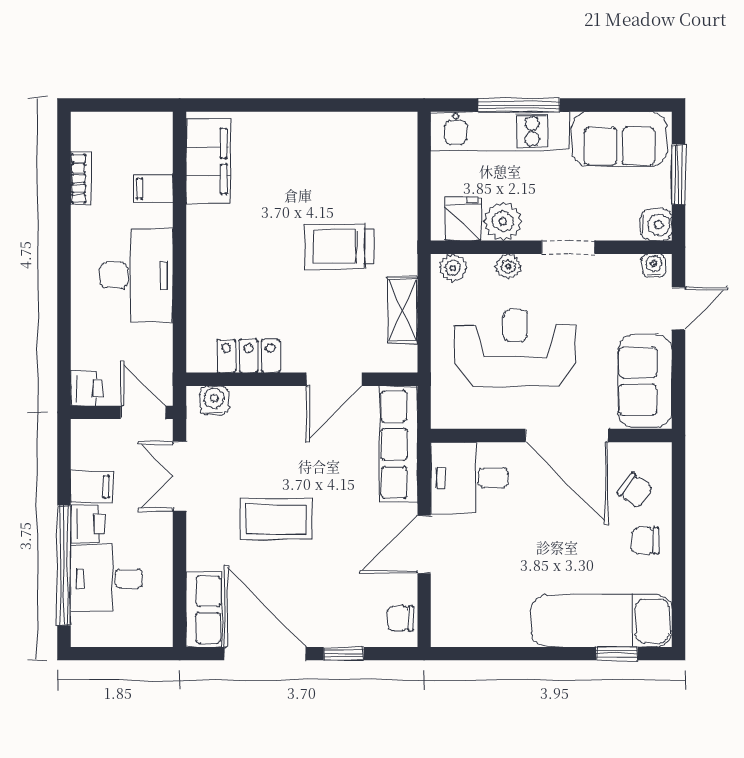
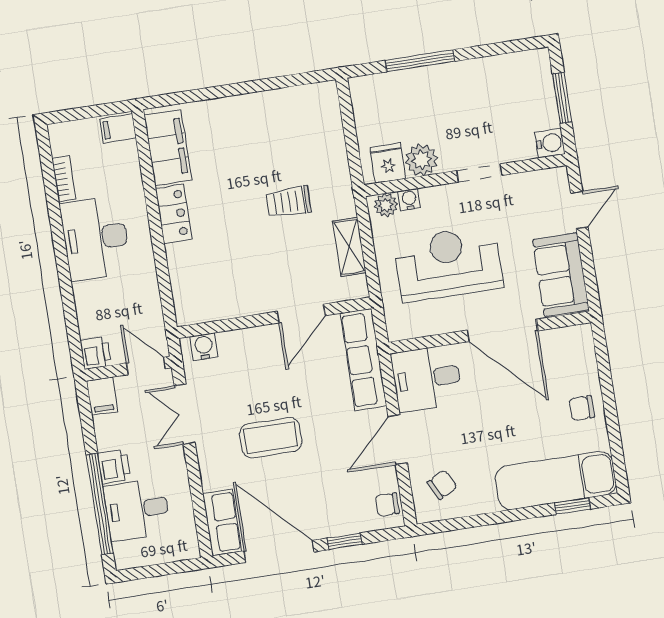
kitchen unit: (500, 131) -> (408, 85), removed
sofa: (619, 139) -> (508, 76), removed
filing cabinet: (153, 189) -> (118, 128), moved
trolley: (340, 246) -> (288, 202), width x0.73, depth x0.72
water cooler: (654, 265) -> (409, 199), moved
plant: (508, 266) -> (432, 197), removed
desk: (136, 275) -> (95, 238), moved, turned 180
locker: (248, 356) -> (174, 214), moved, turned 90
filing cabinet: (91, 487) -> (102, 396), moved, turned 90
chair: (635, 490) -> (442, 485), moved, turned -63

